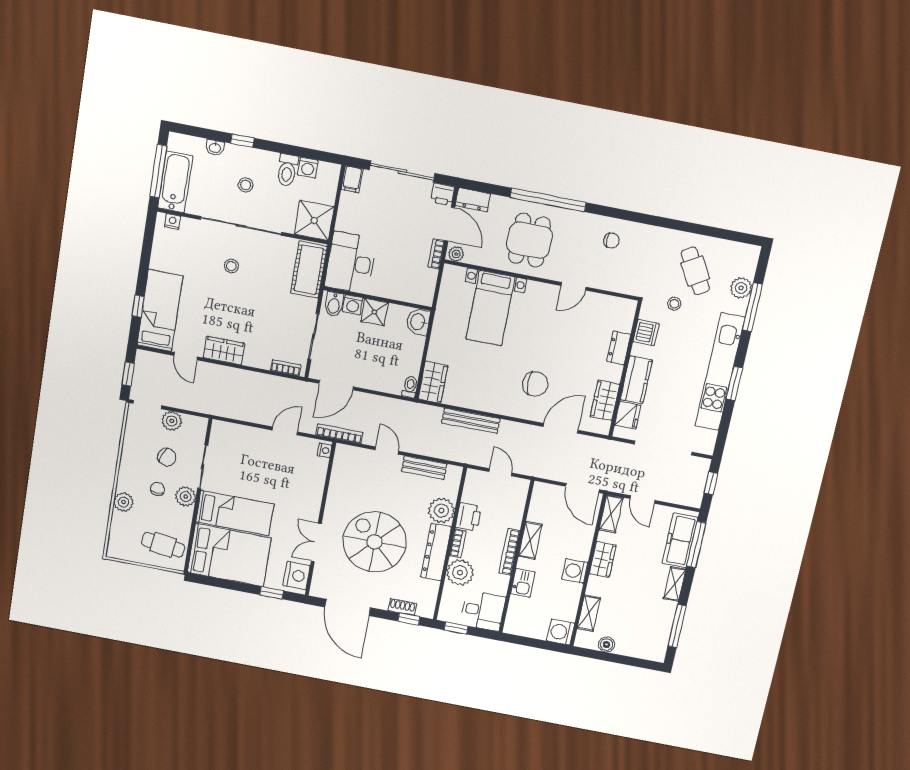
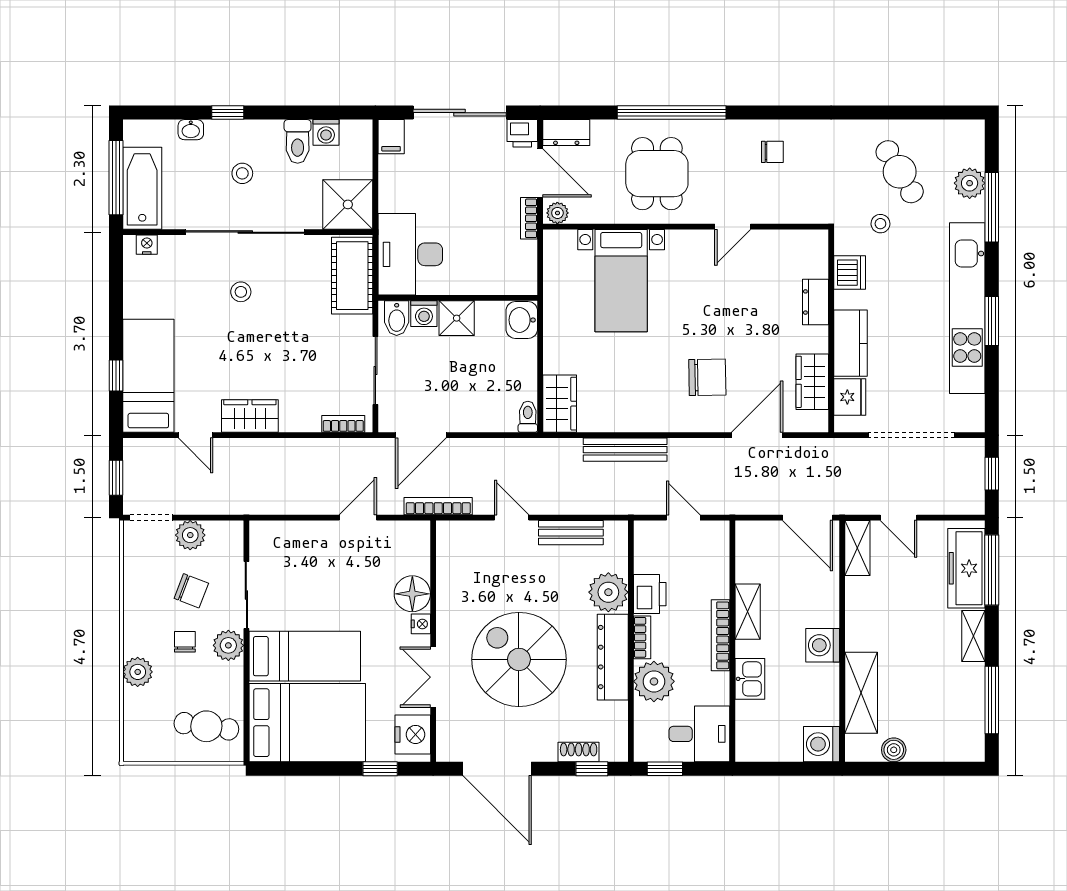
nightstand: (325, 450) -> (421, 624), moved
floor lamp: (312, 487) -> (412, 594), added
wardrobe: (603, 559) -> (860, 620), removed
shelving: (589, 613) -> (861, 693), width x1.50, depth x1.33

